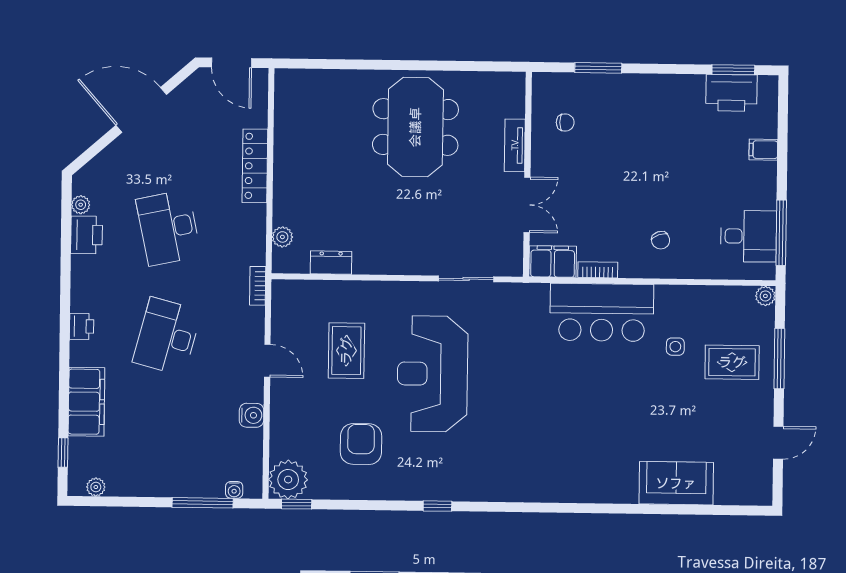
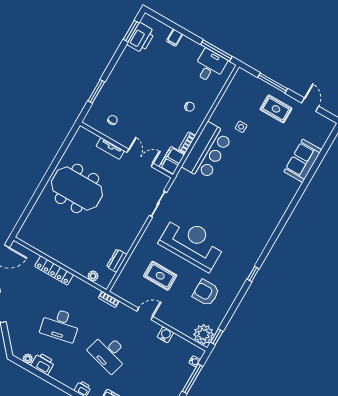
plant: (765, 296) -> (241, 74), removed
rug: (732, 362) -> (276, 109), moved, turned 90
reception desk: (432, 374) -> (192, 243), turned 180

